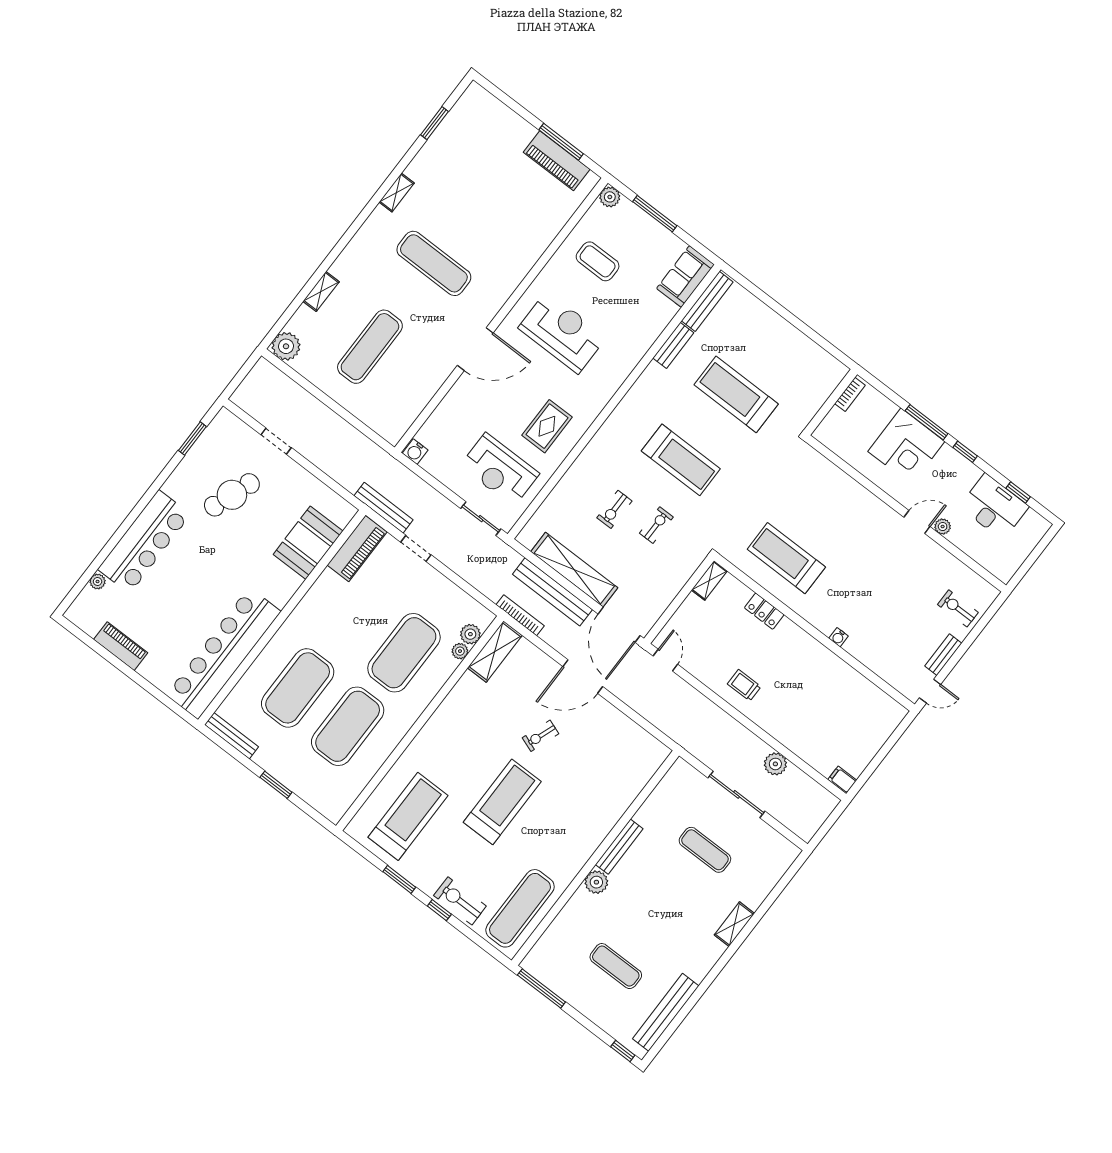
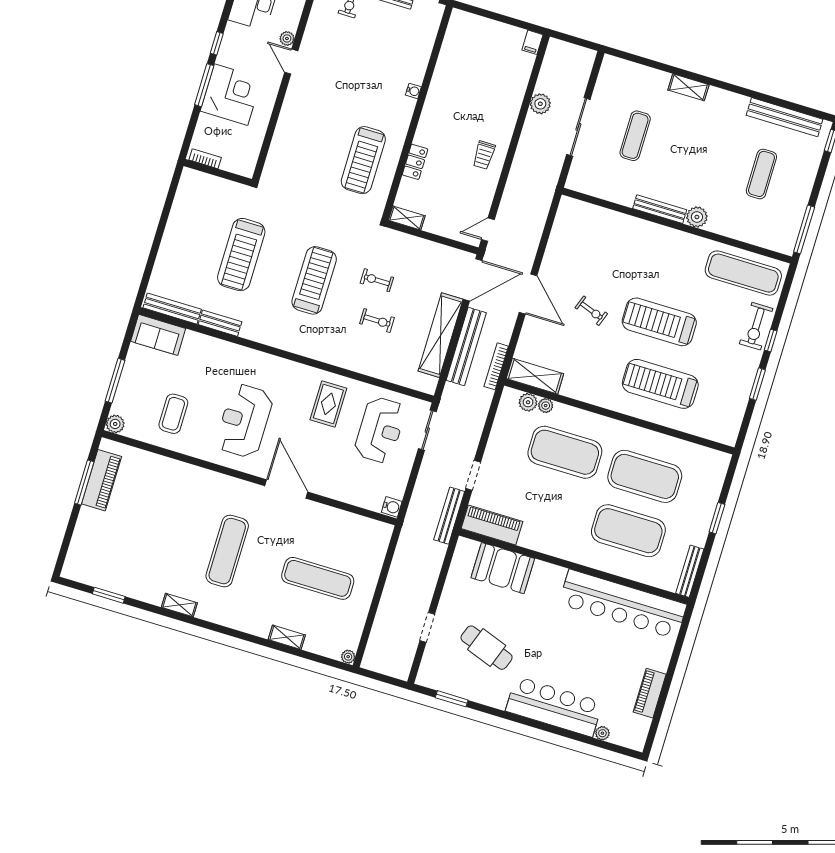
plant: (286, 346) -> (348, 657), width x0.53, depth x0.53
rug: (547, 426) -> (328, 404), turned 90
treadmill: (408, 816) -> (660, 384), moved

